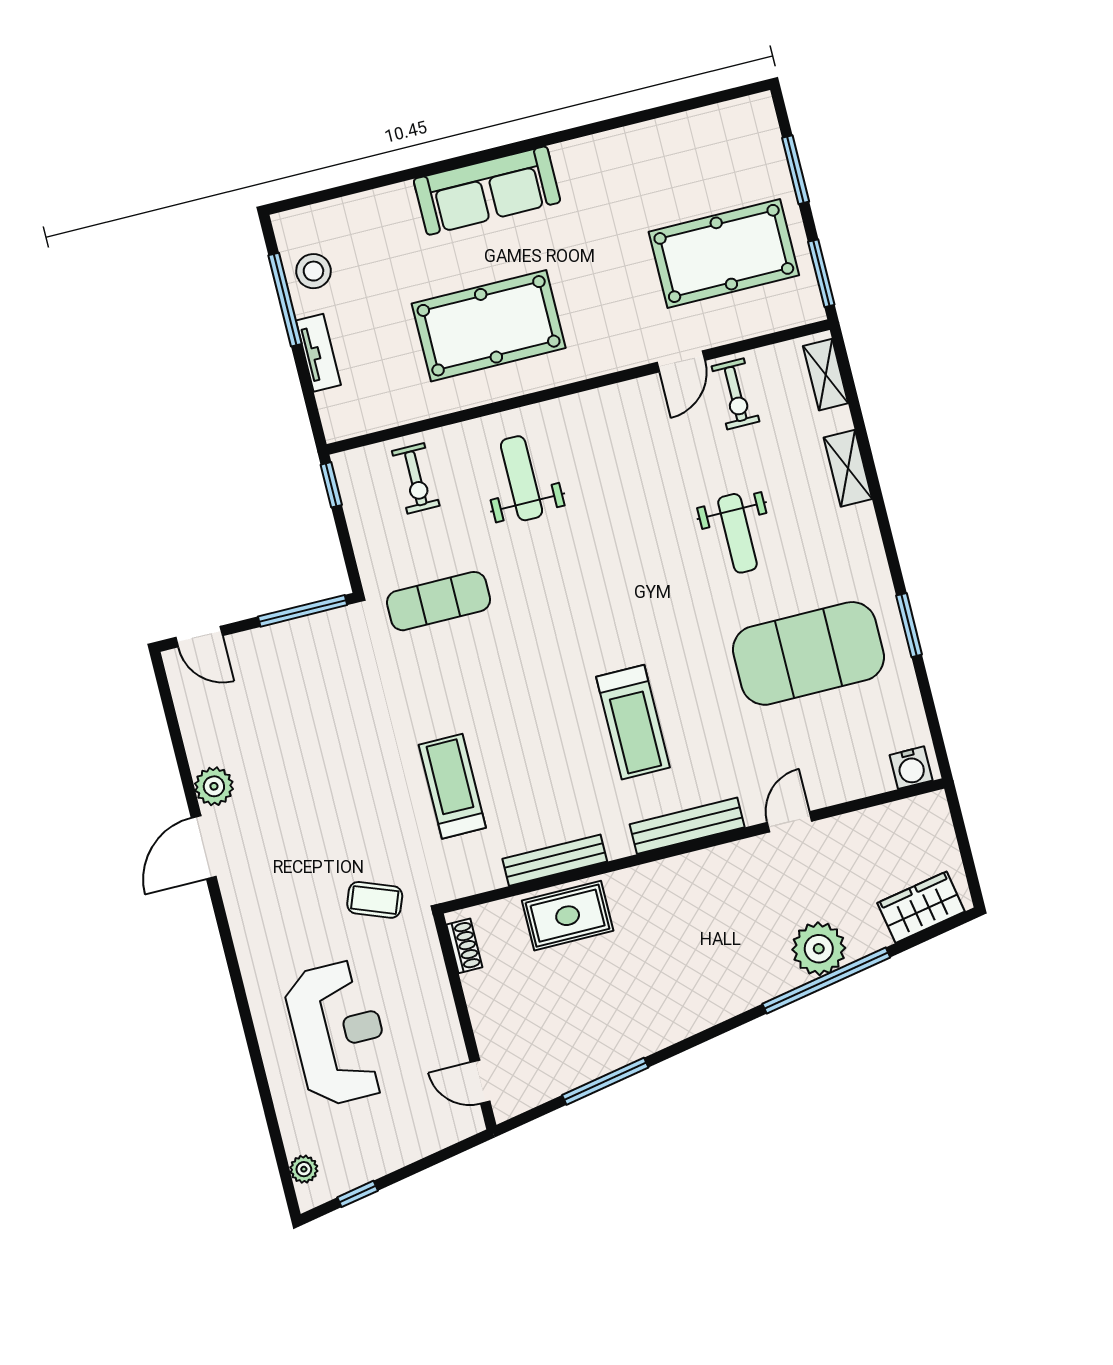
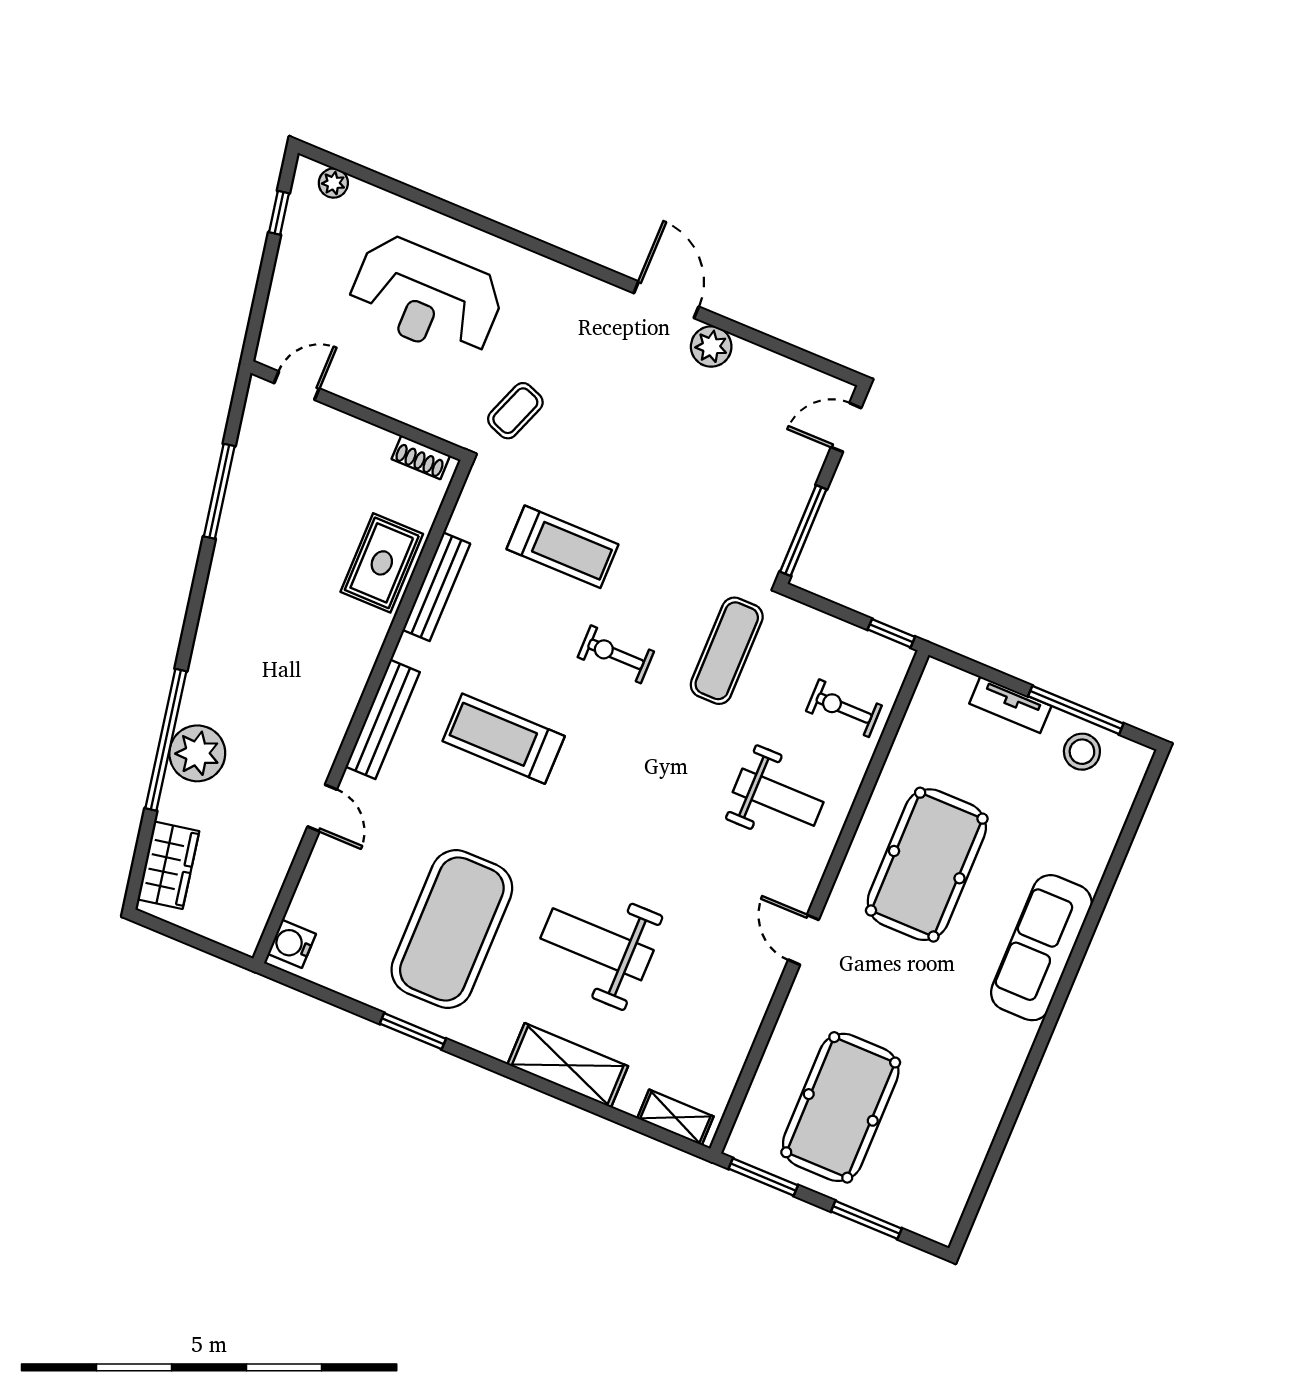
door: (681, 361) -> (804, 940), moved
exercise bike: (736, 394) -> (616, 654), moved
shelving: (848, 468) -> (568, 1065), width x1.50, depth x1.33
weight bench: (737, 533) -> (597, 944), width x1.36, depth x1.33

